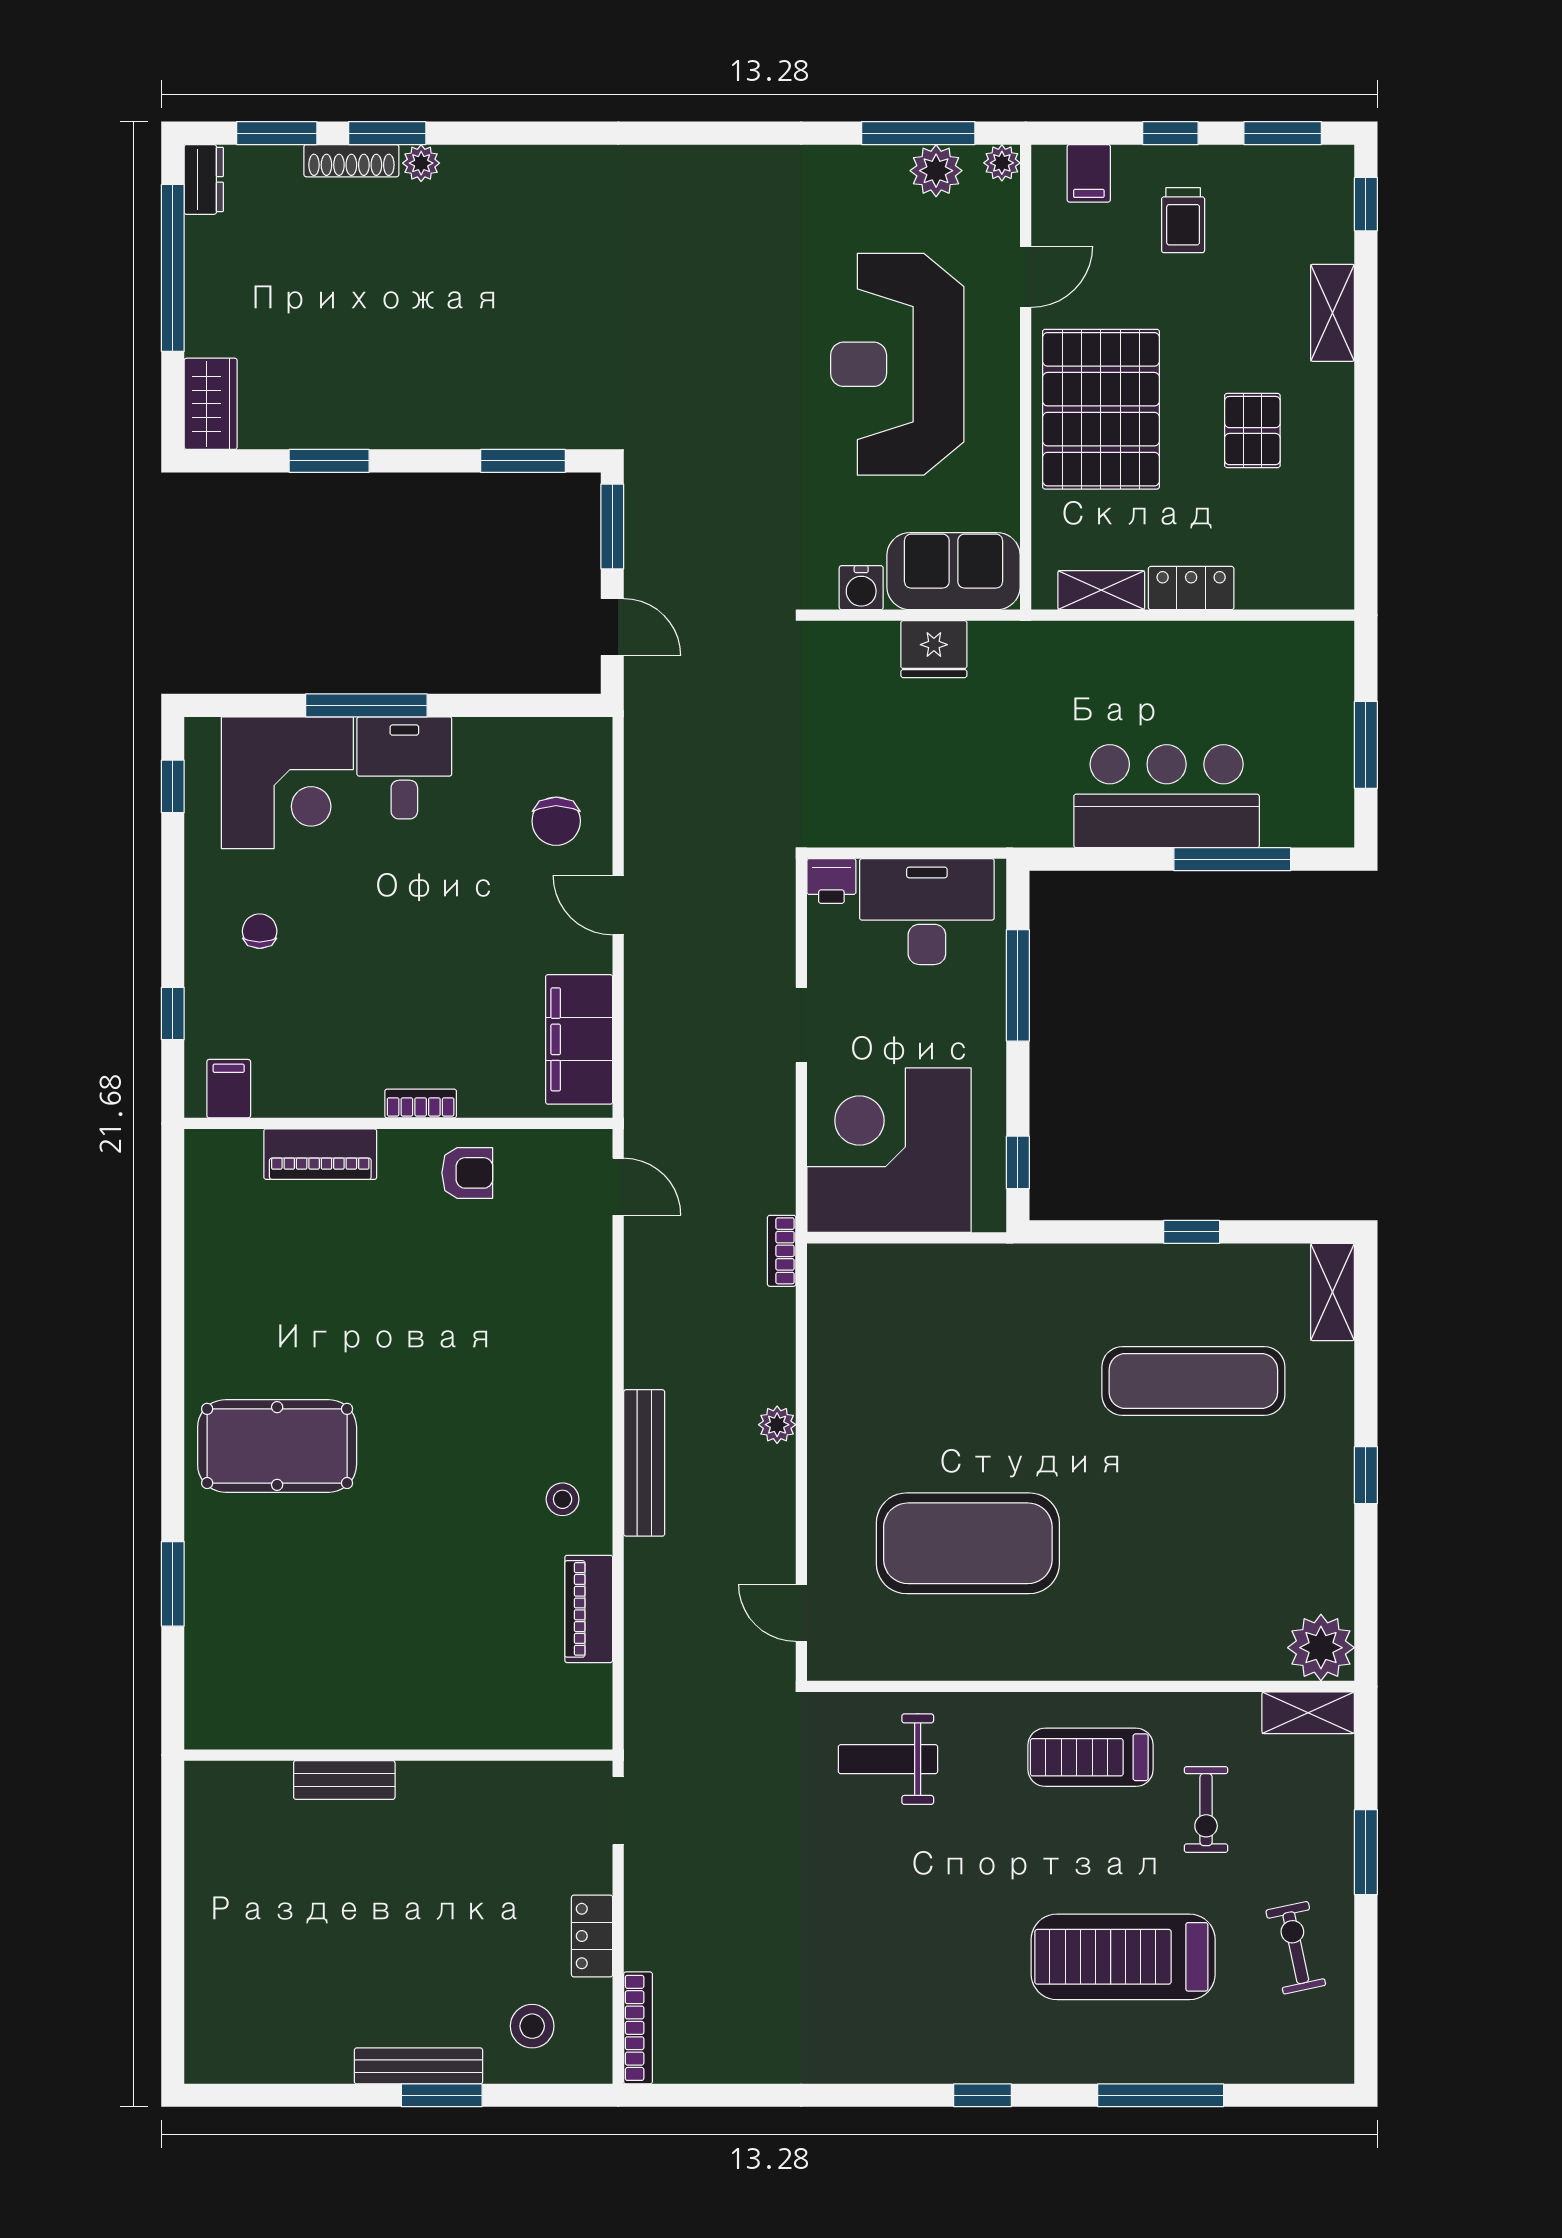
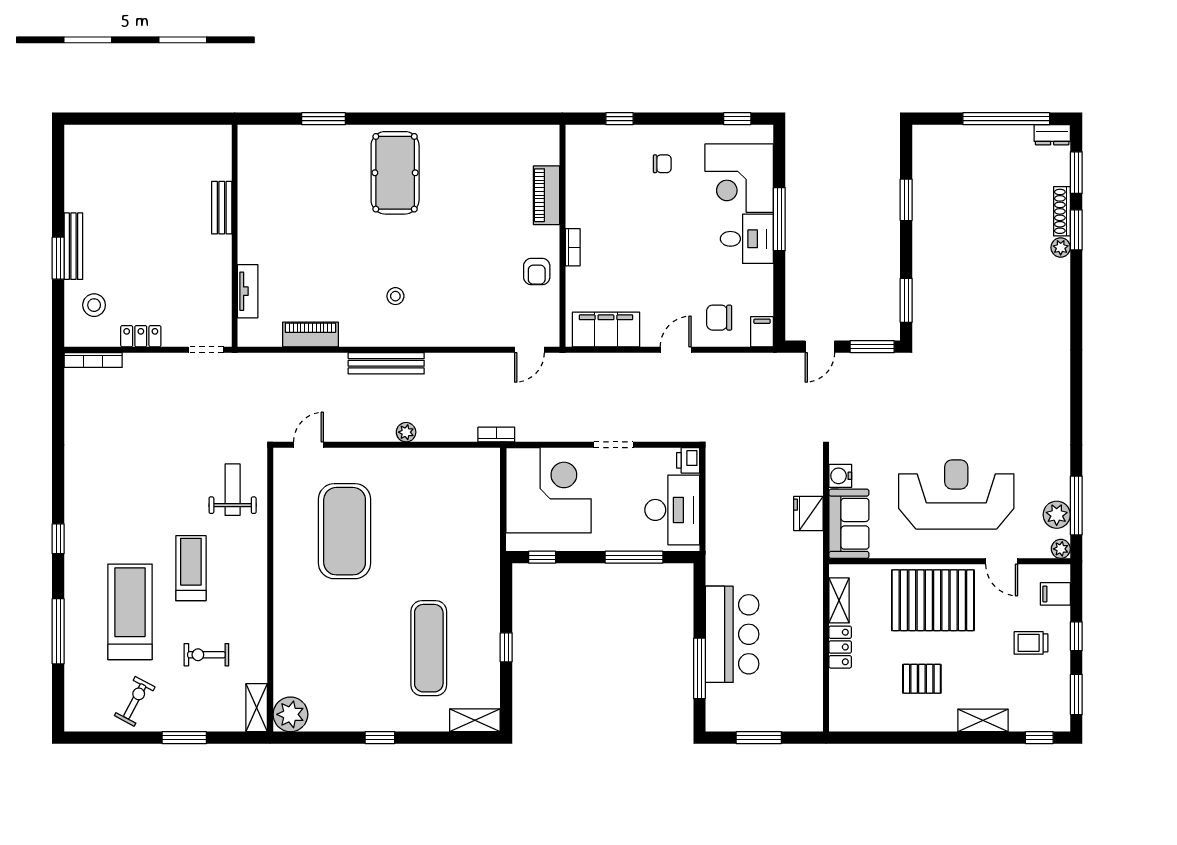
wardrobe: (211, 404) -> (936, 138), removed
filing cabinet: (229, 1089) -> (762, 332), moved, turned -90
stool: (563, 1499) -> (395, 296), moved
tv unit: (505, 1730) -> (248, 291), added
treadmill: (1091, 1757) -> (191, 568), moved
exercise bike: (1296, 1948) -> (135, 701), turned -50

